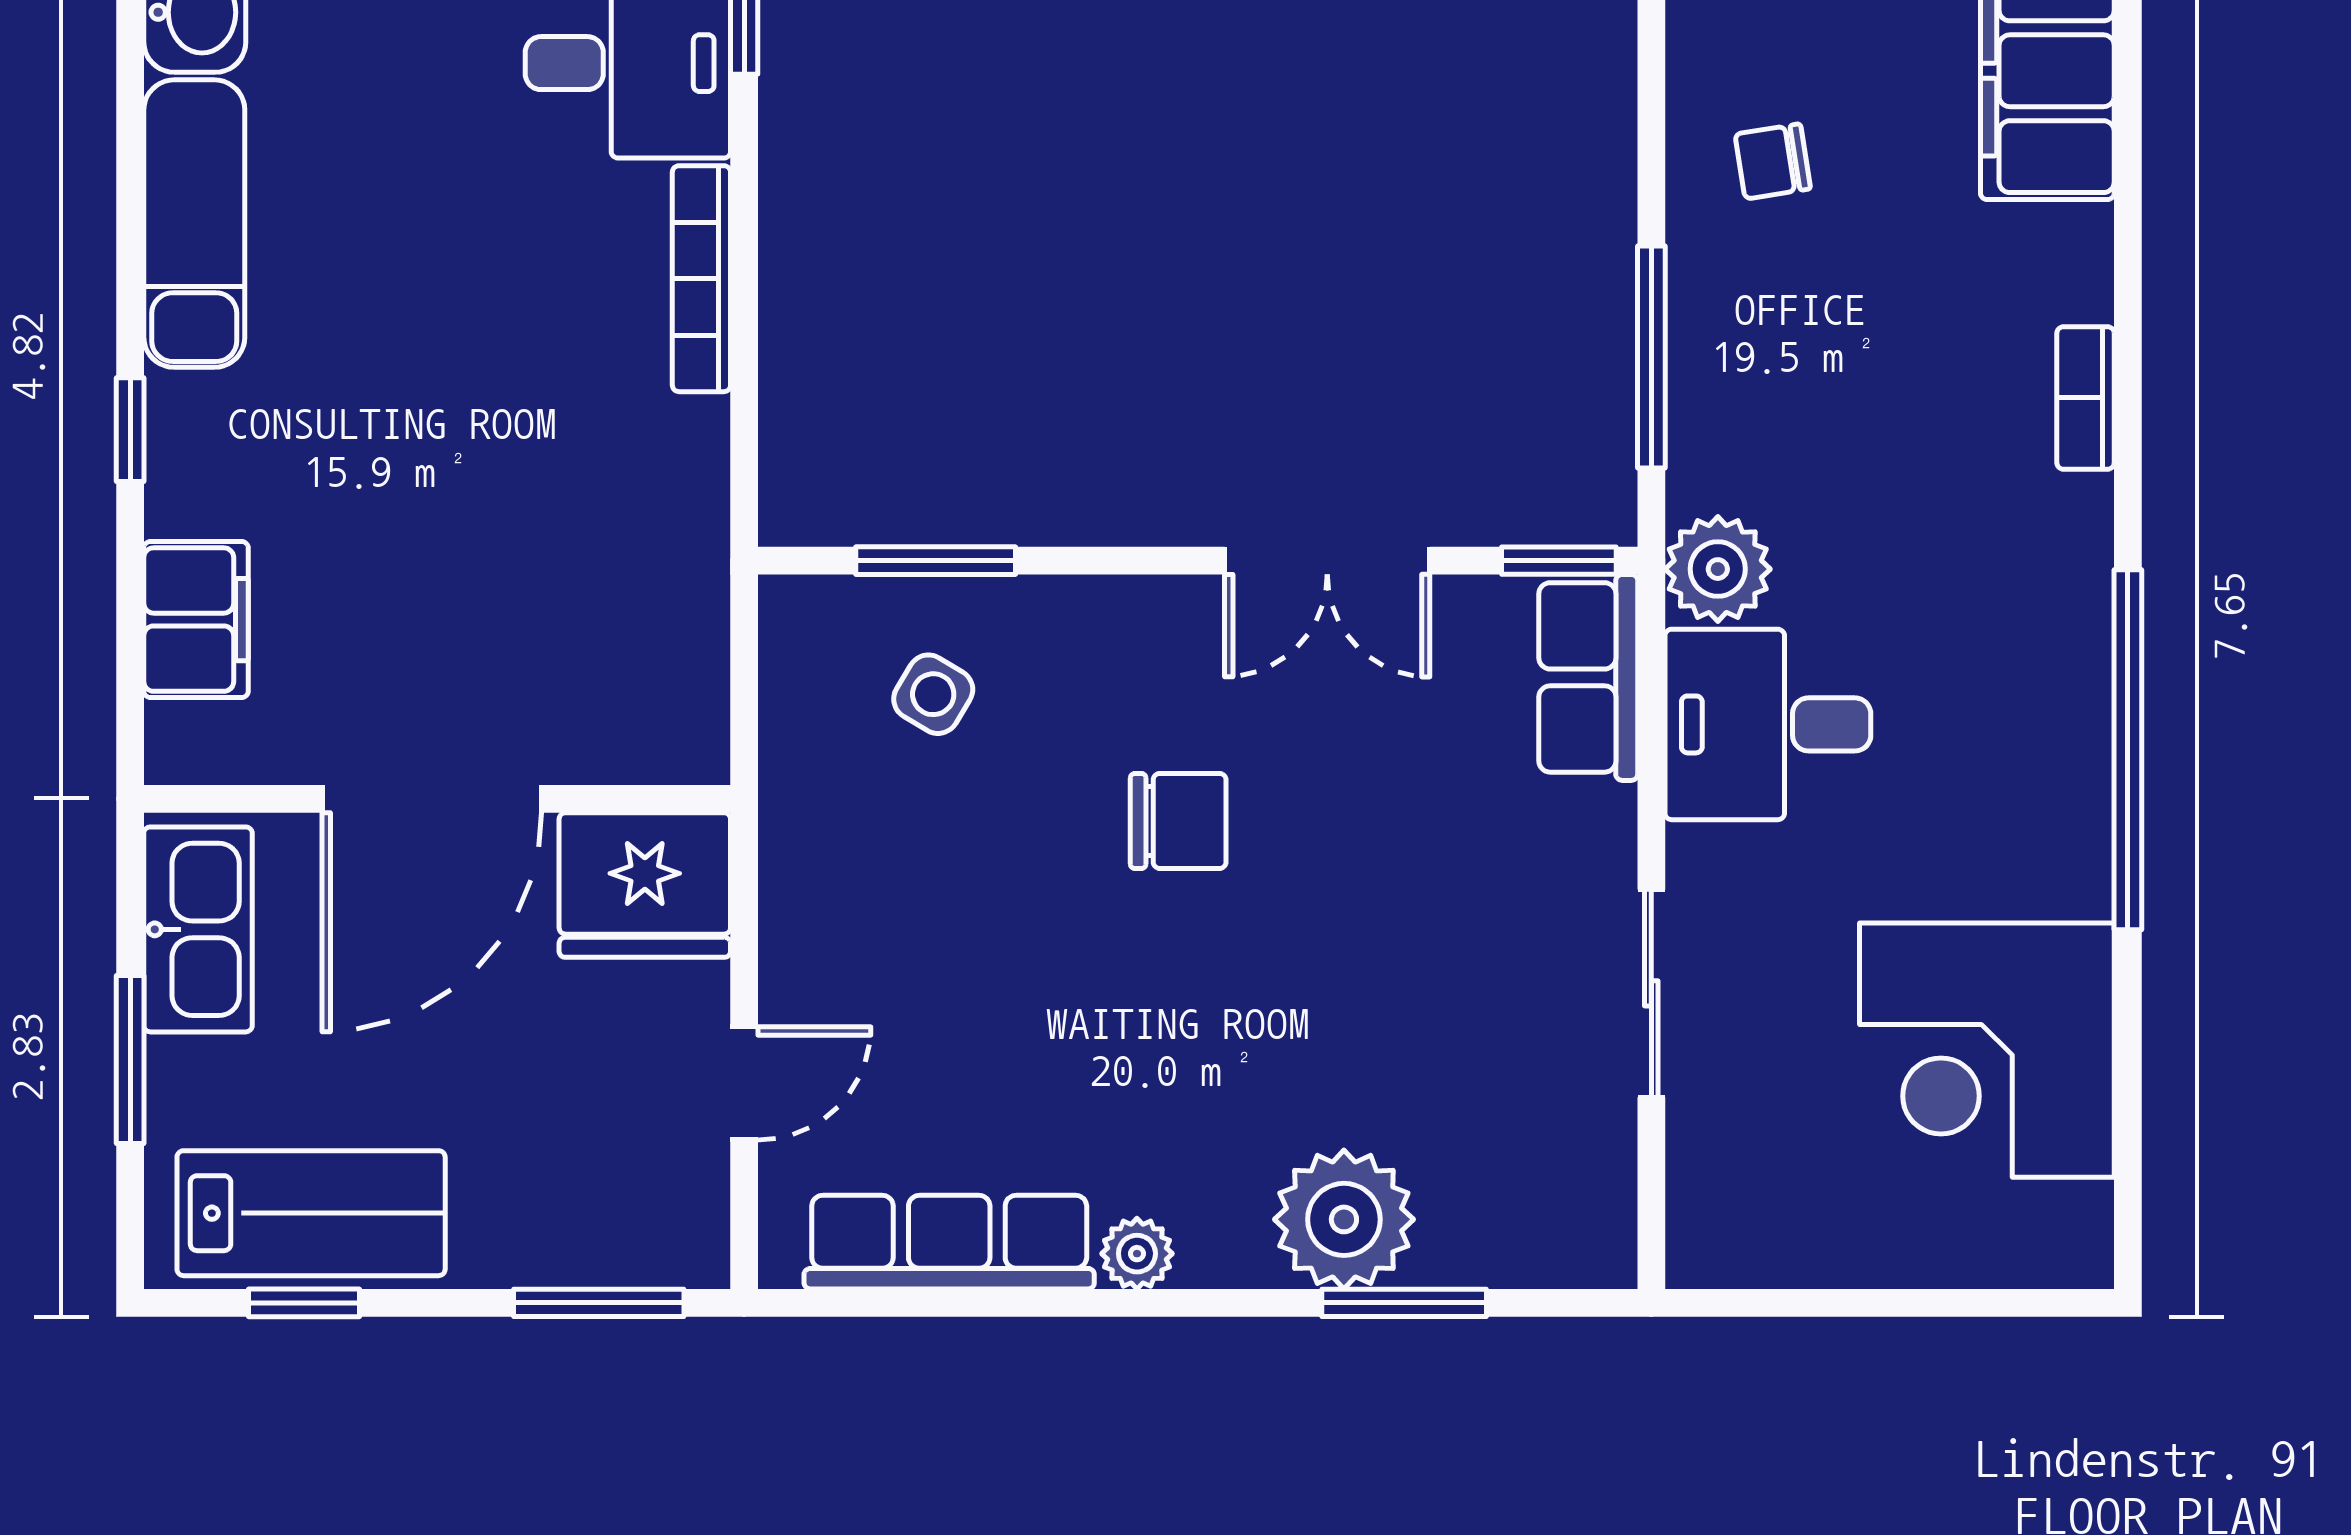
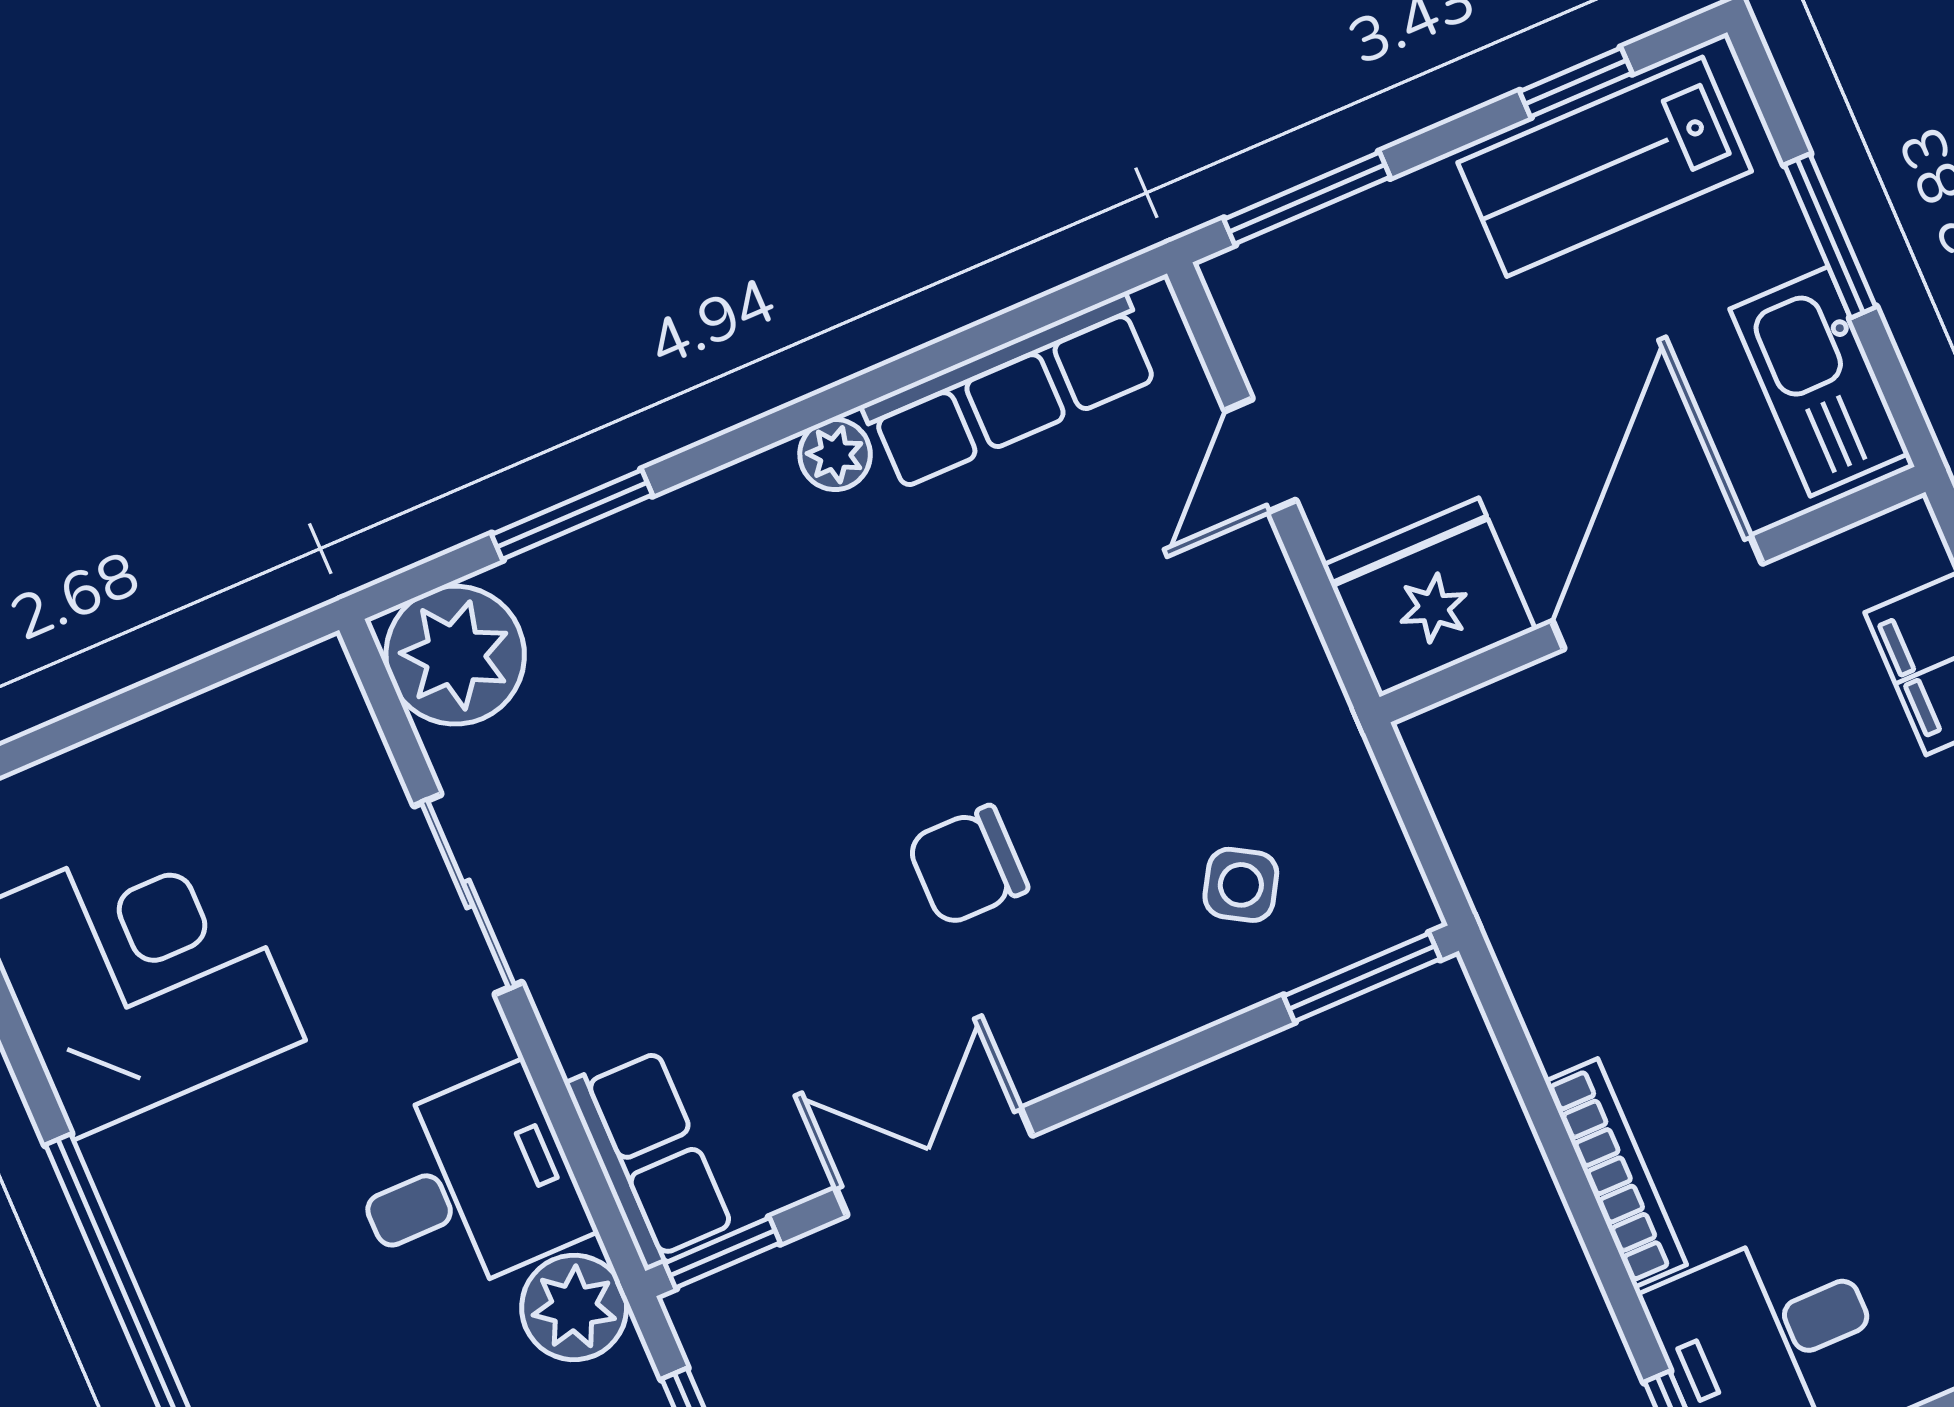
window: (936, 561) -> (1362, 977), moved
plant: (1344, 1219) -> (455, 655), moved

